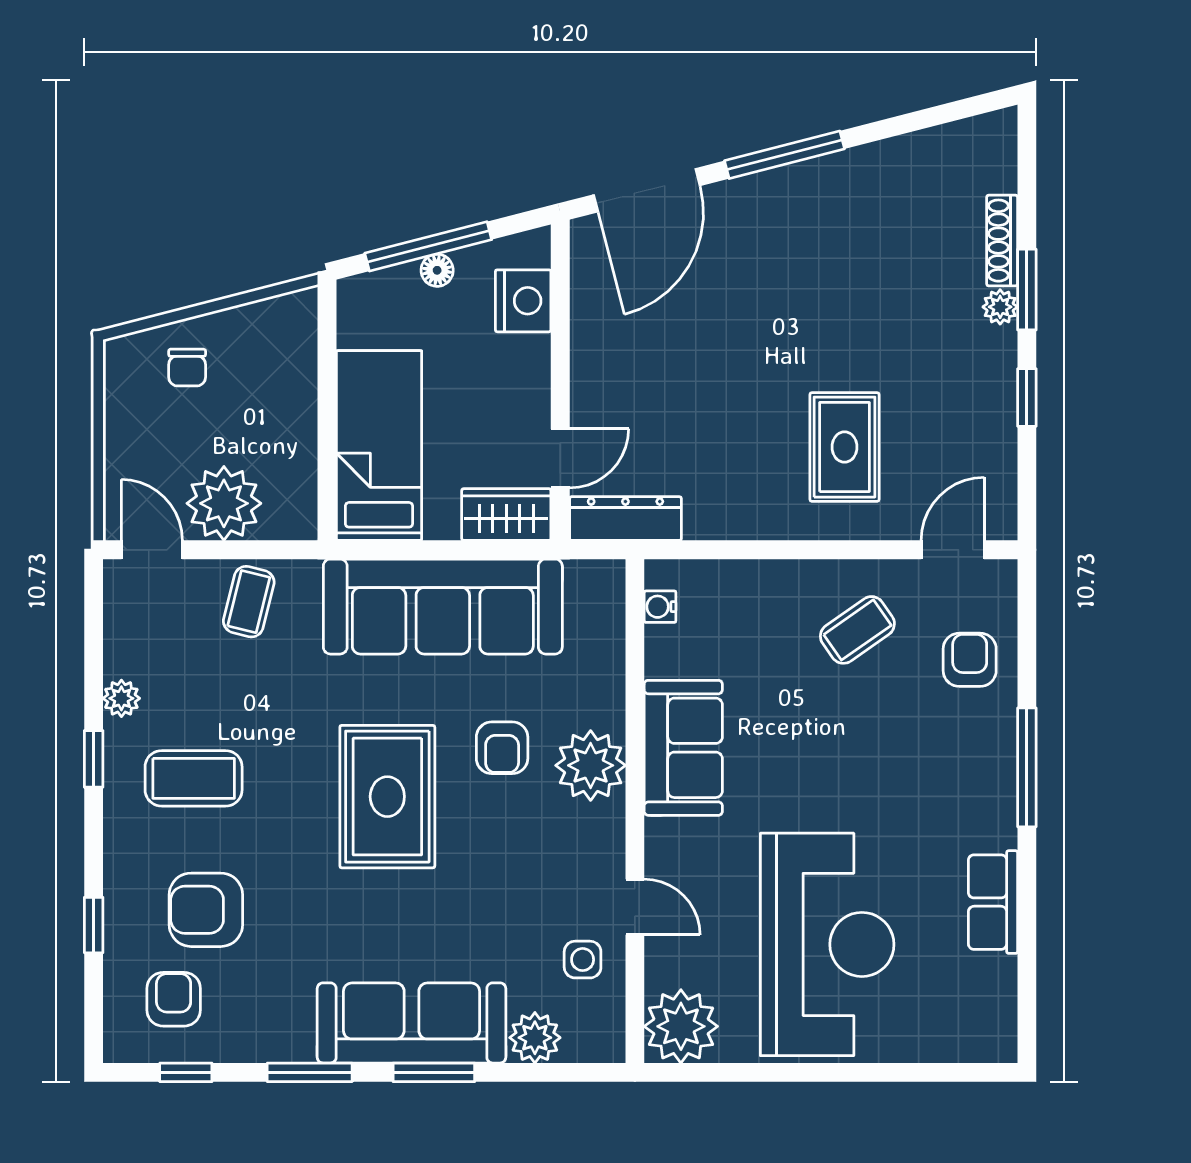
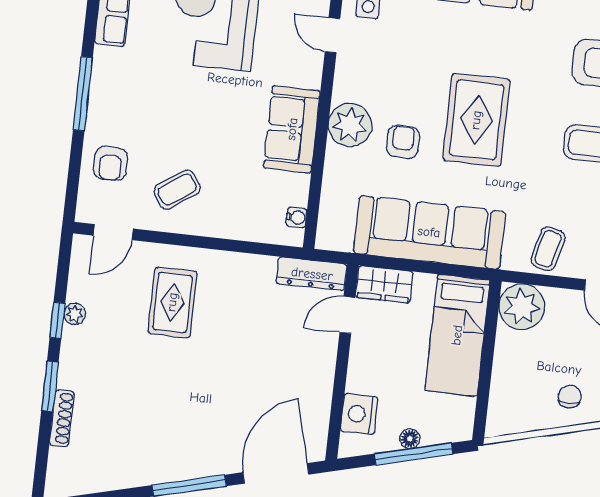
plant: (1000, 307) -> (75, 314), moved
plant: (224, 503) -> (522, 307), moved

